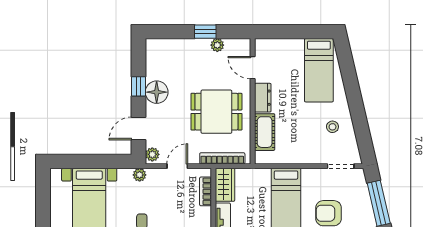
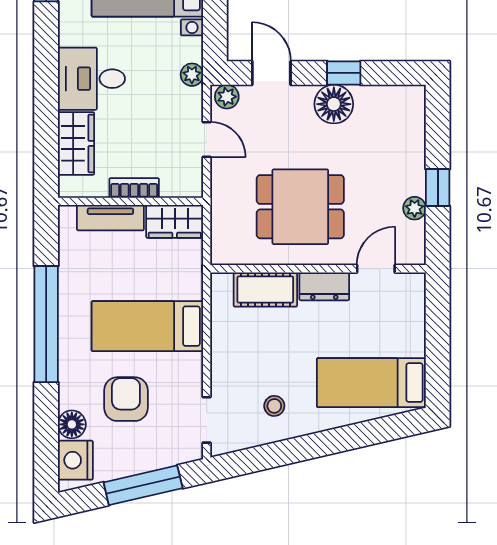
dining table: (216, 112) -> (300, 207), turned 90
bookcase: (222, 158) -> (220, 217), removed
bookcase: (205, 191) -> (134, 188), moved

